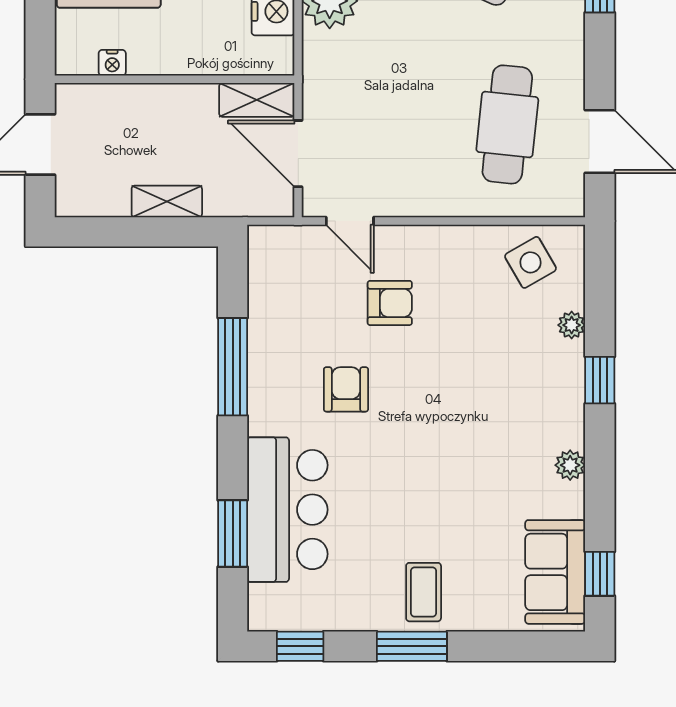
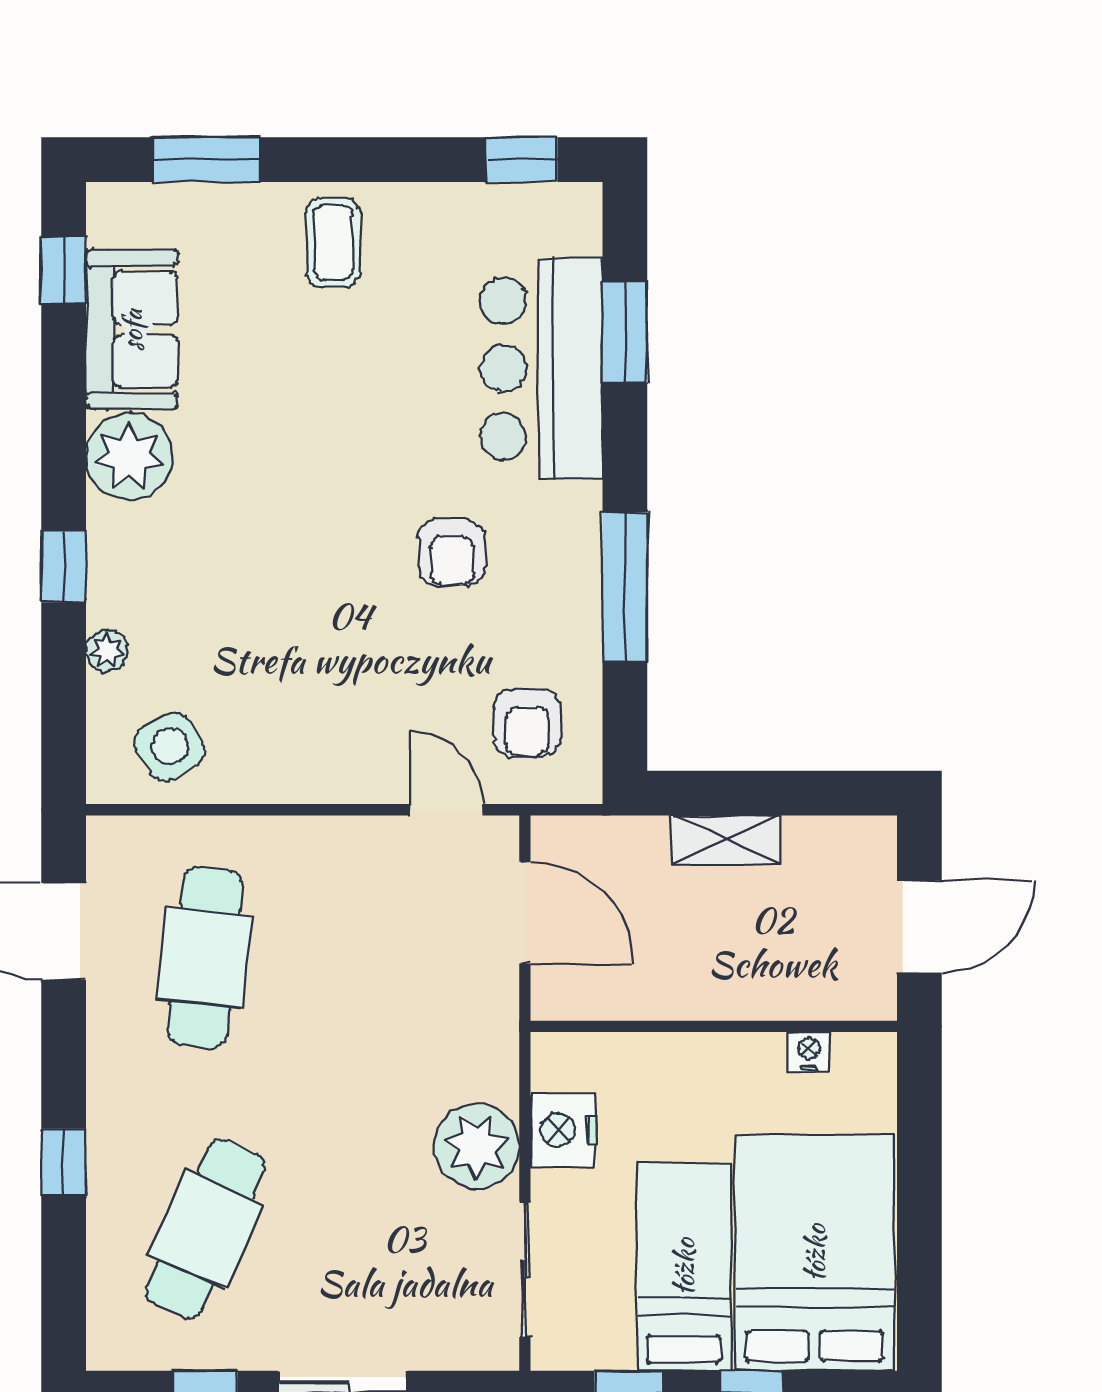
shelving: (257, 100) -> (588, 995), removed
armchair: (390, 303) -> (527, 723), moved, turned -90
plant: (570, 465) -> (129, 457), width x1.87, depth x1.87
sofa: (555, 572) -> (132, 330), moved
window: (412, 646) -> (207, 160), moved

